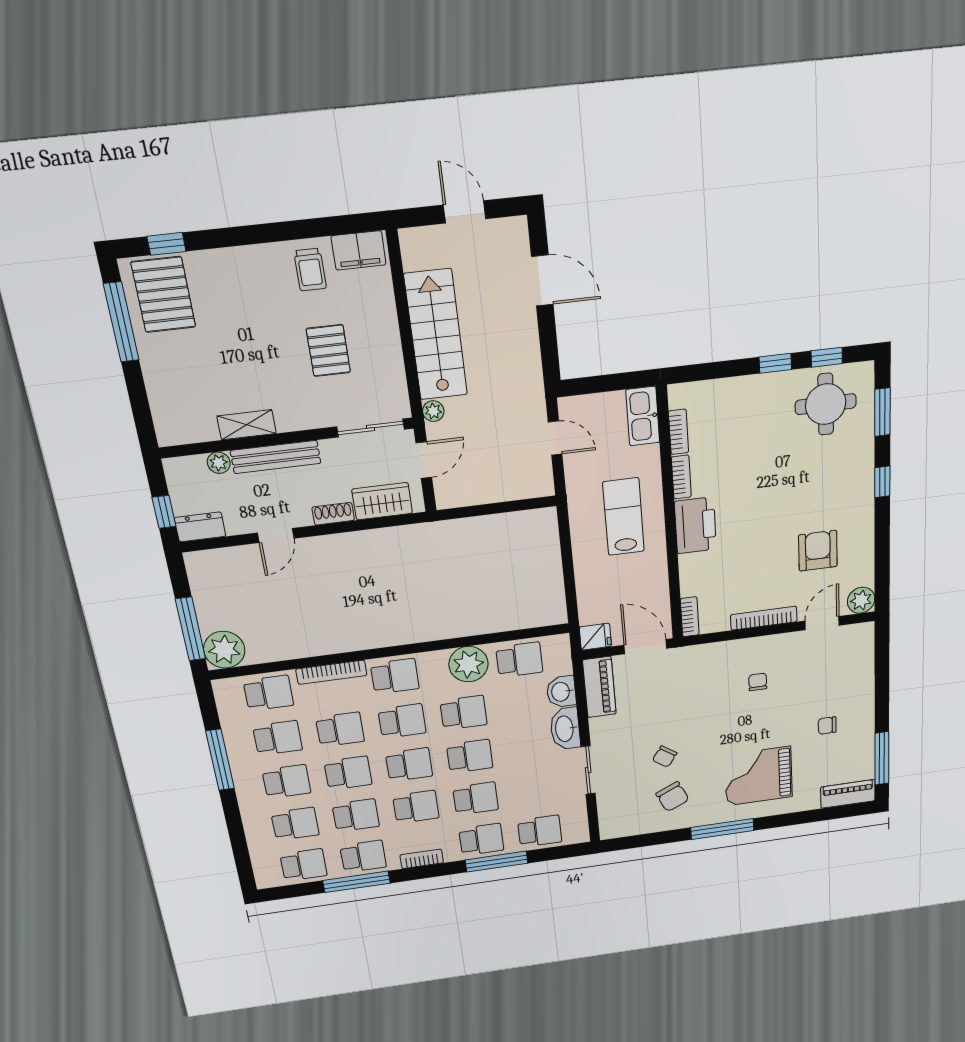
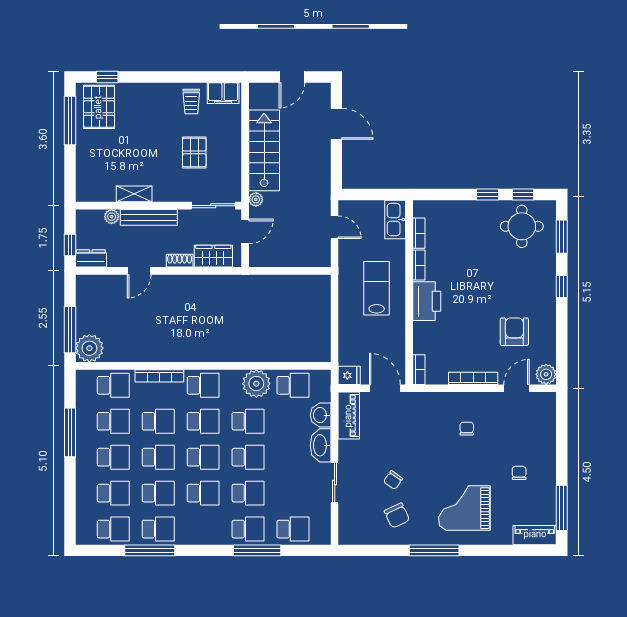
door: (465, 212) -> (292, 77), swing flipped
chair: (827, 726) -> (519, 473), turned 90
bookcase: (422, 859) -> (201, 538), removed

